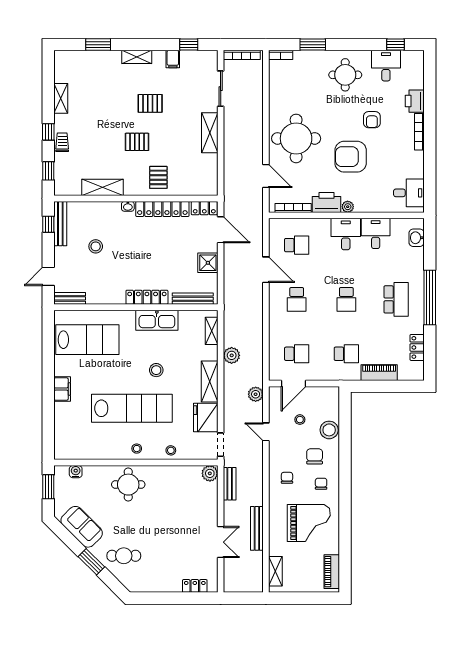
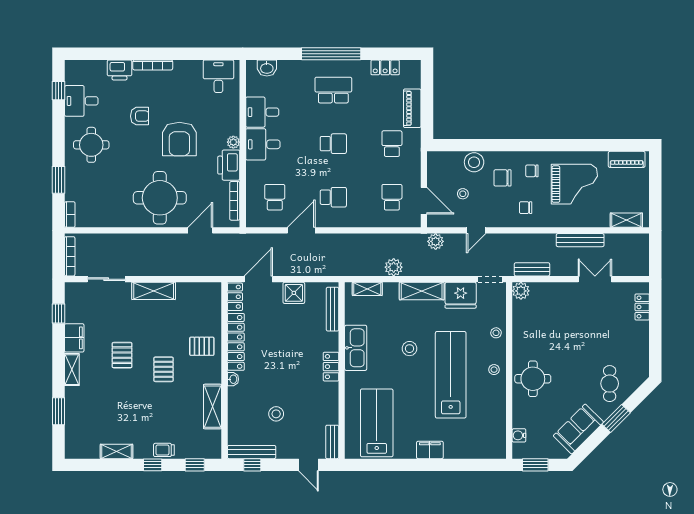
filing cabinet: (173, 59) -> (74, 338), width x2.00
locker: (147, 297) -> (331, 367), width x0.66
grand piano: (309, 523) -> (574, 184), turned 90

